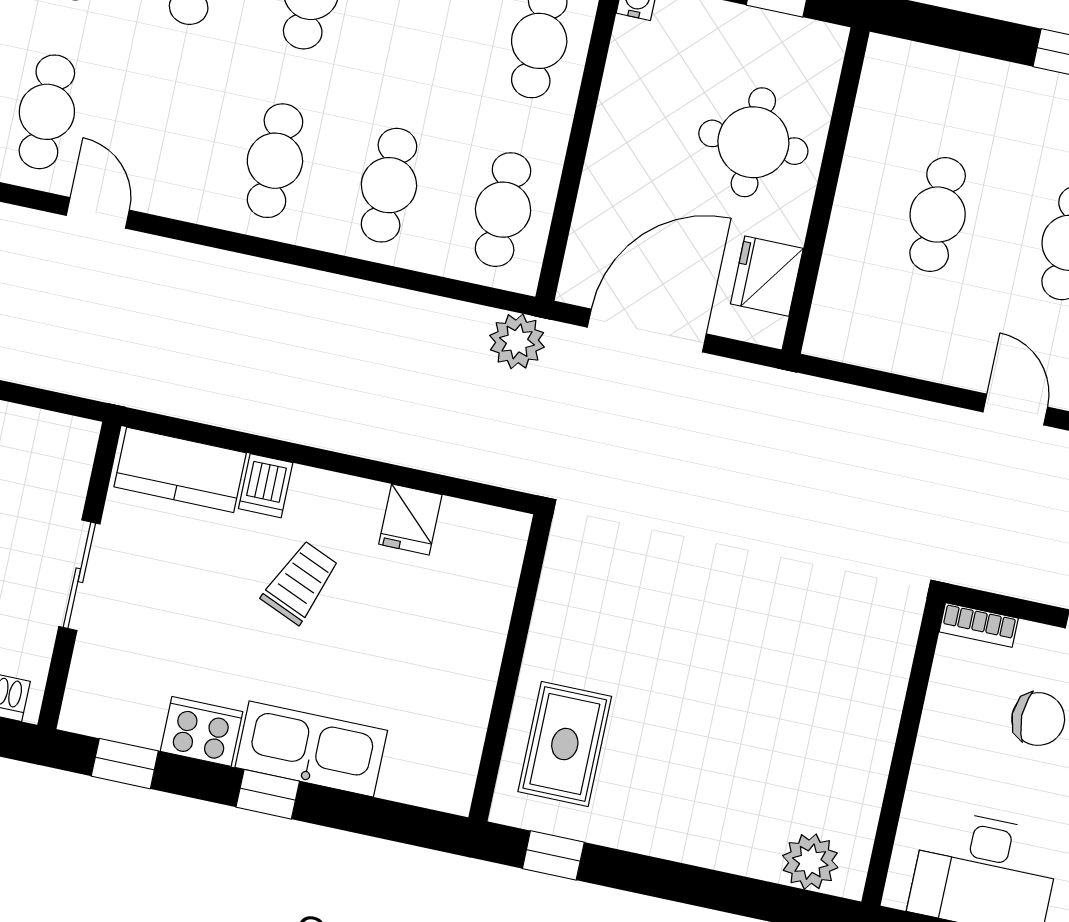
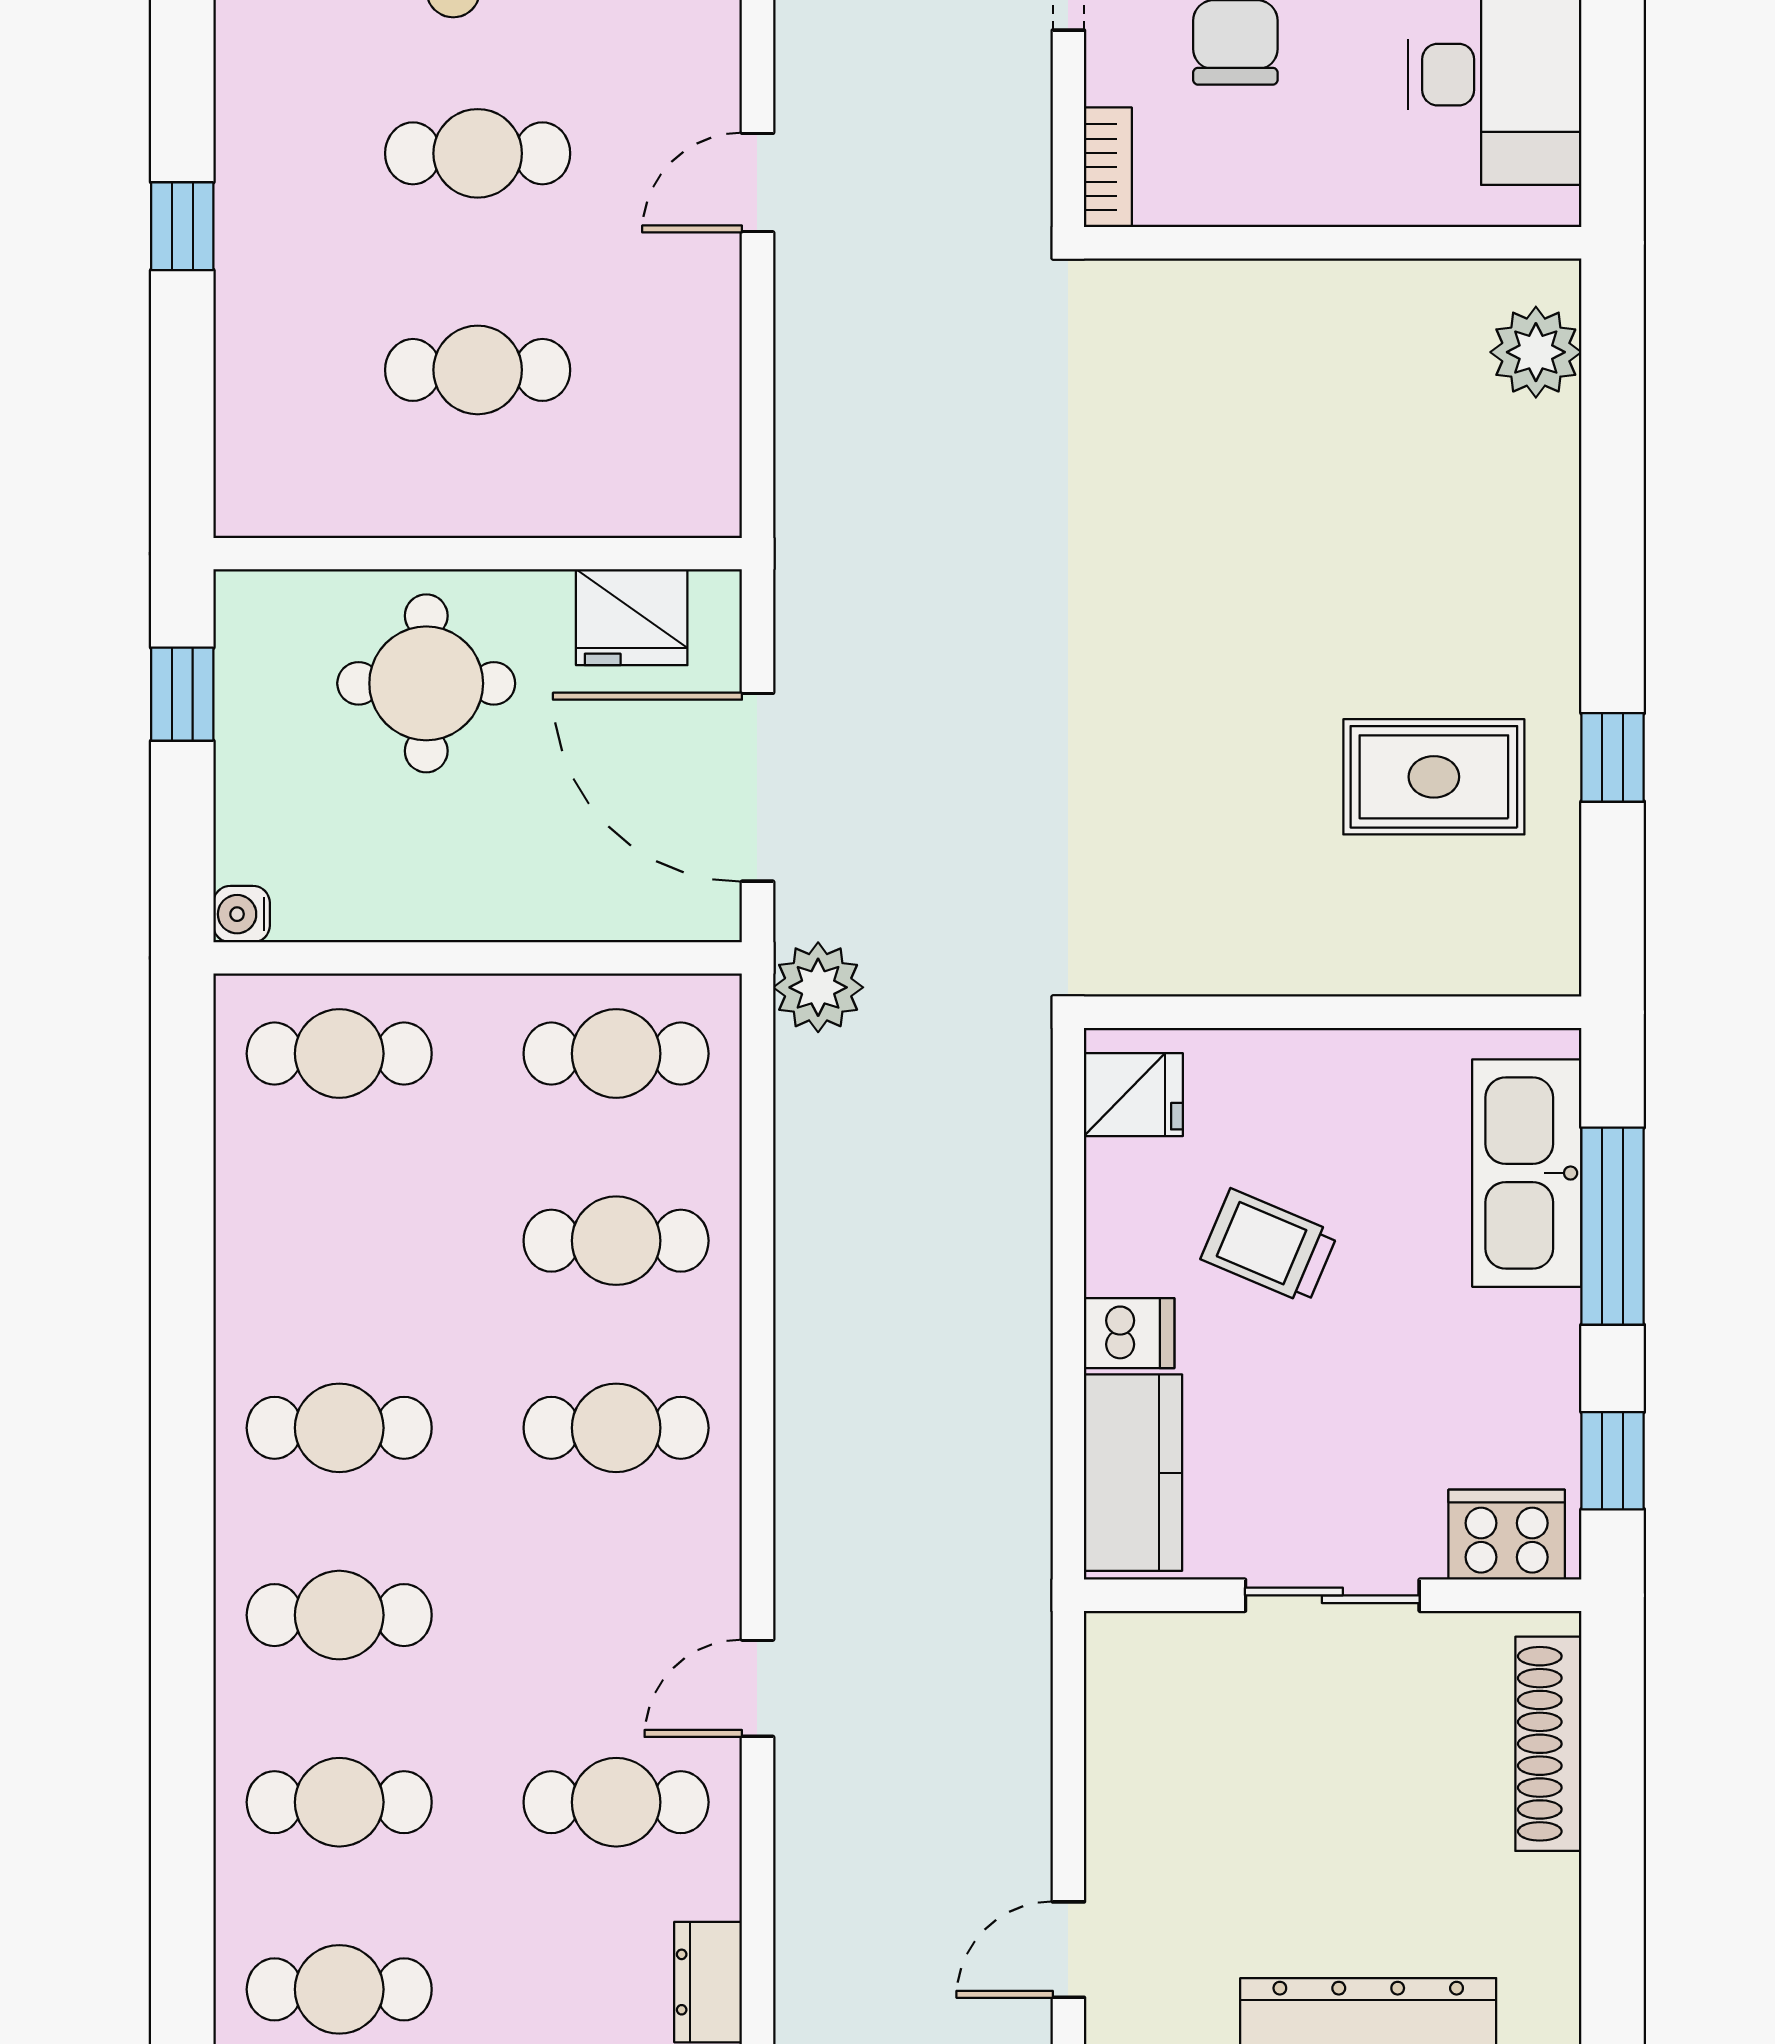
wall: (510, 668) -> (1333, 1012), moved
cooker: (201, 731) -> (1507, 1535), moved, turned 90
window: (268, 794) -> (1613, 1226), width x2.17

